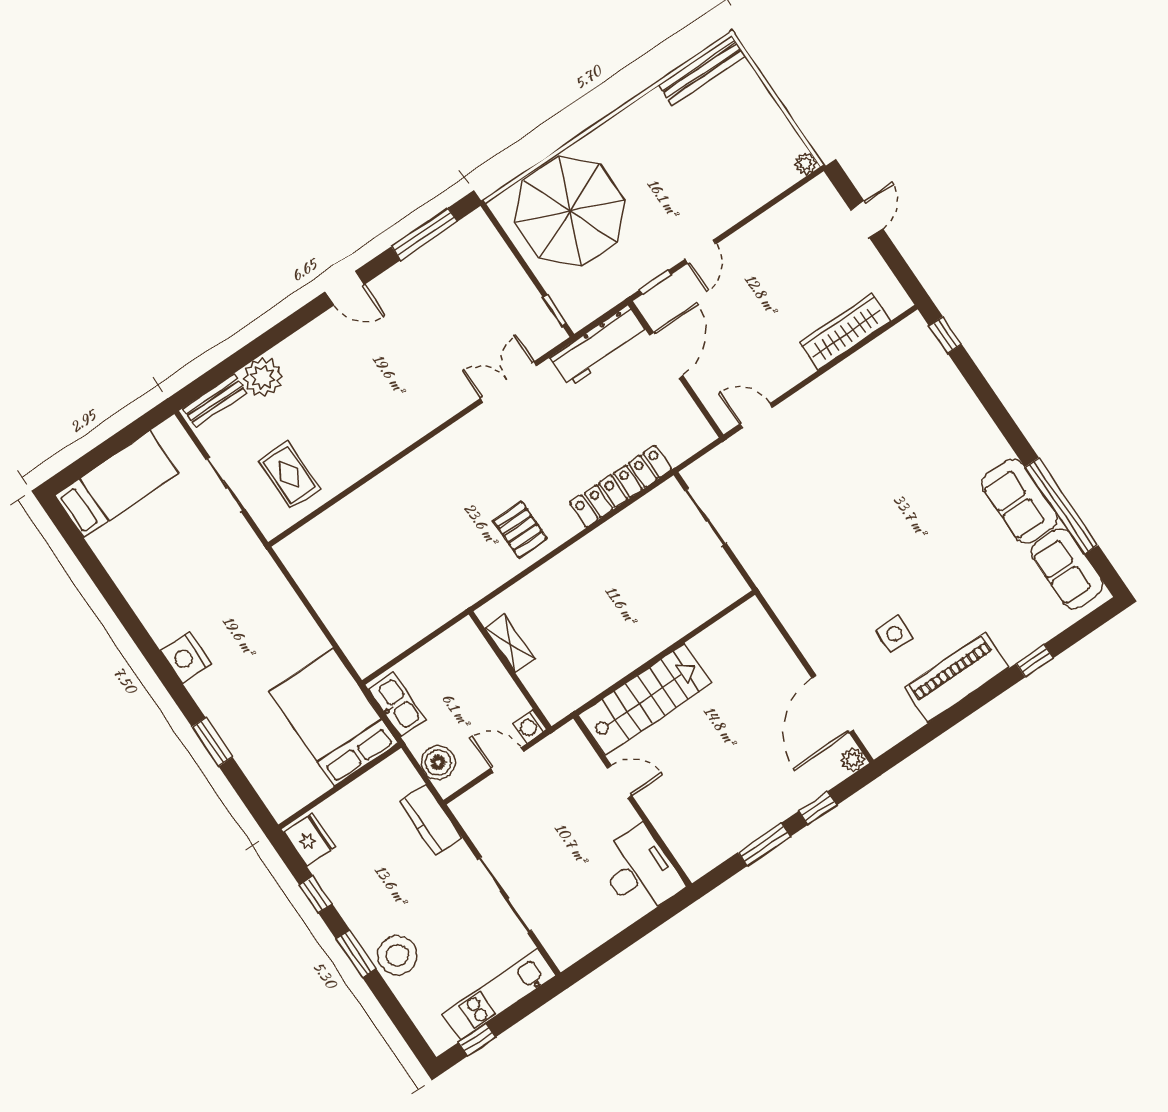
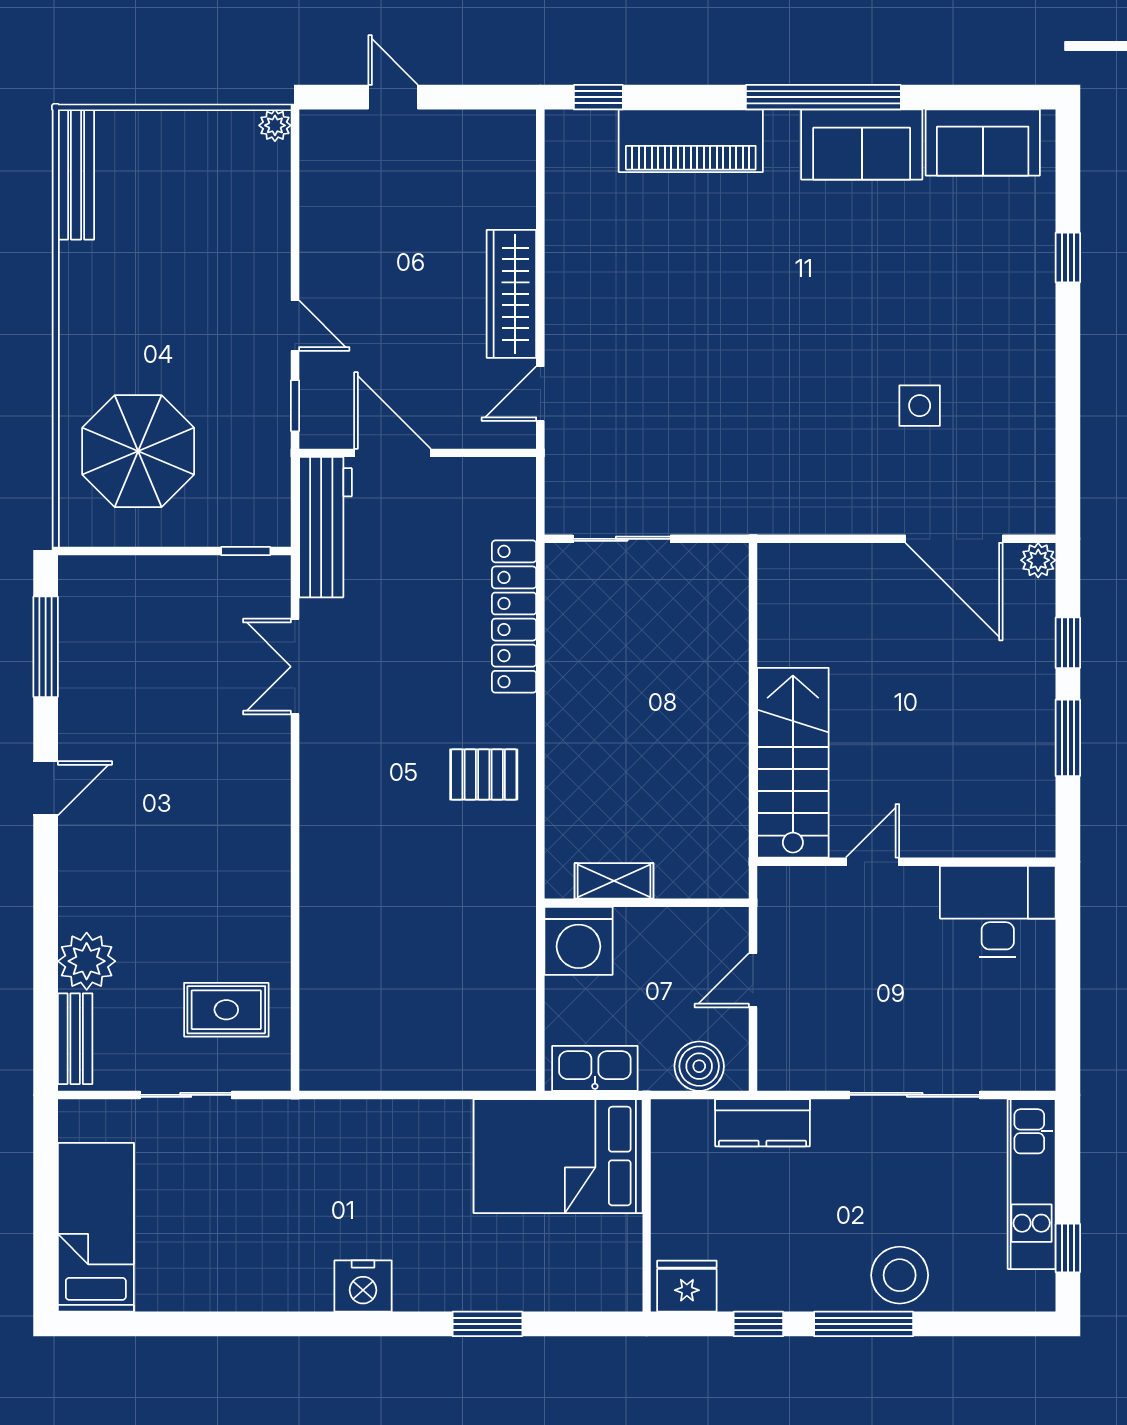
parasol: (570, 211) -> (138, 451), width x0.73, depth x0.73
wardrobe: (845, 332) -> (511, 294), moved
window: (1062, 506) -> (823, 97), moved
piano: (957, 678) -> (691, 141), moved, turned -90
washing machine: (530, 726) -> (578, 941), moved, width x1.89, depth x1.89
window: (356, 954) -> (864, 1324), width x1.44

